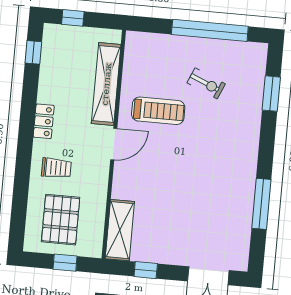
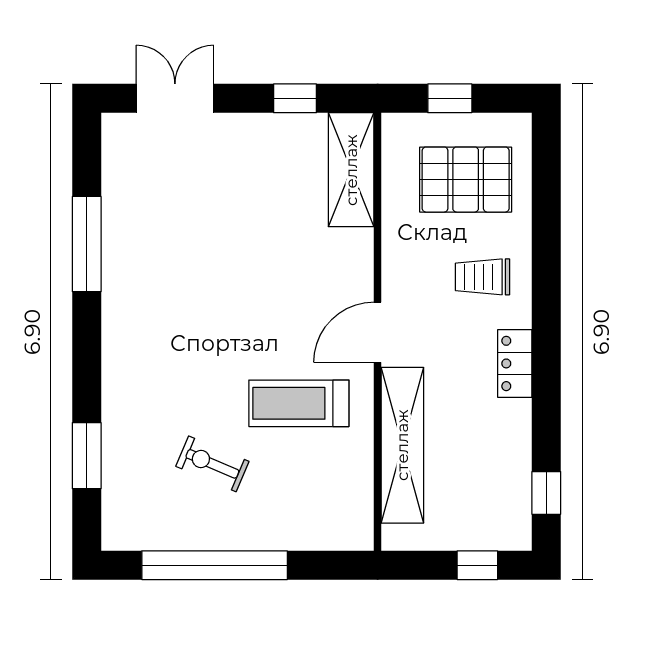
pallet: (61, 220) -> (466, 180), turned 90

